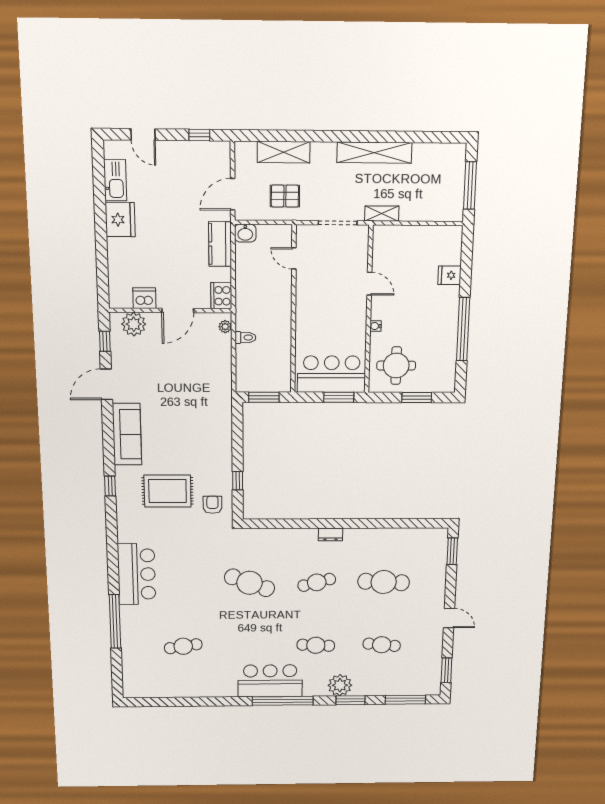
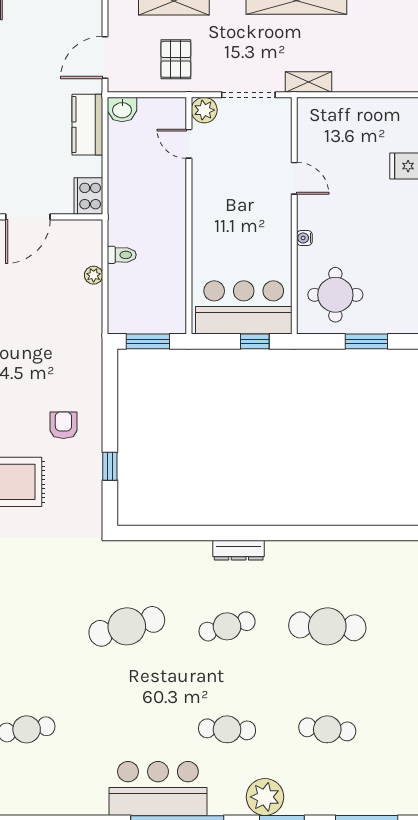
pallet: (285, 196) -> (176, 59), turned 90
plant: (305, 234) -> (204, 110), added
plant: (225, 327) -> (94, 275), moved
window: (339, 397) -> (255, 341), width x0.67
armchair: (212, 505) -> (63, 425), moved
dresser: (331, 535) -> (239, 550), width x1.44
cafe table: (250, 583) -> (127, 626), turned -36

